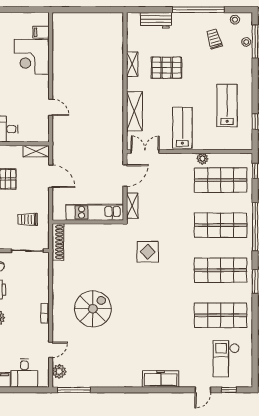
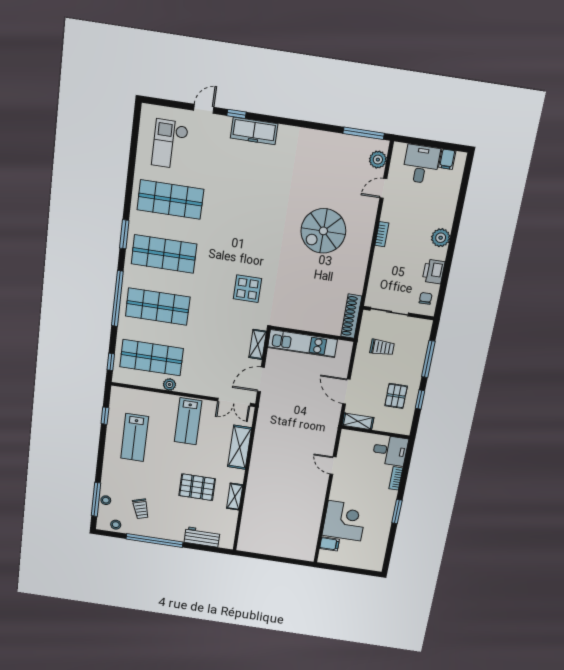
checkout: (226, 359) -> (170, 144), turned 180
window: (229, 390) -> (237, 114), moved

